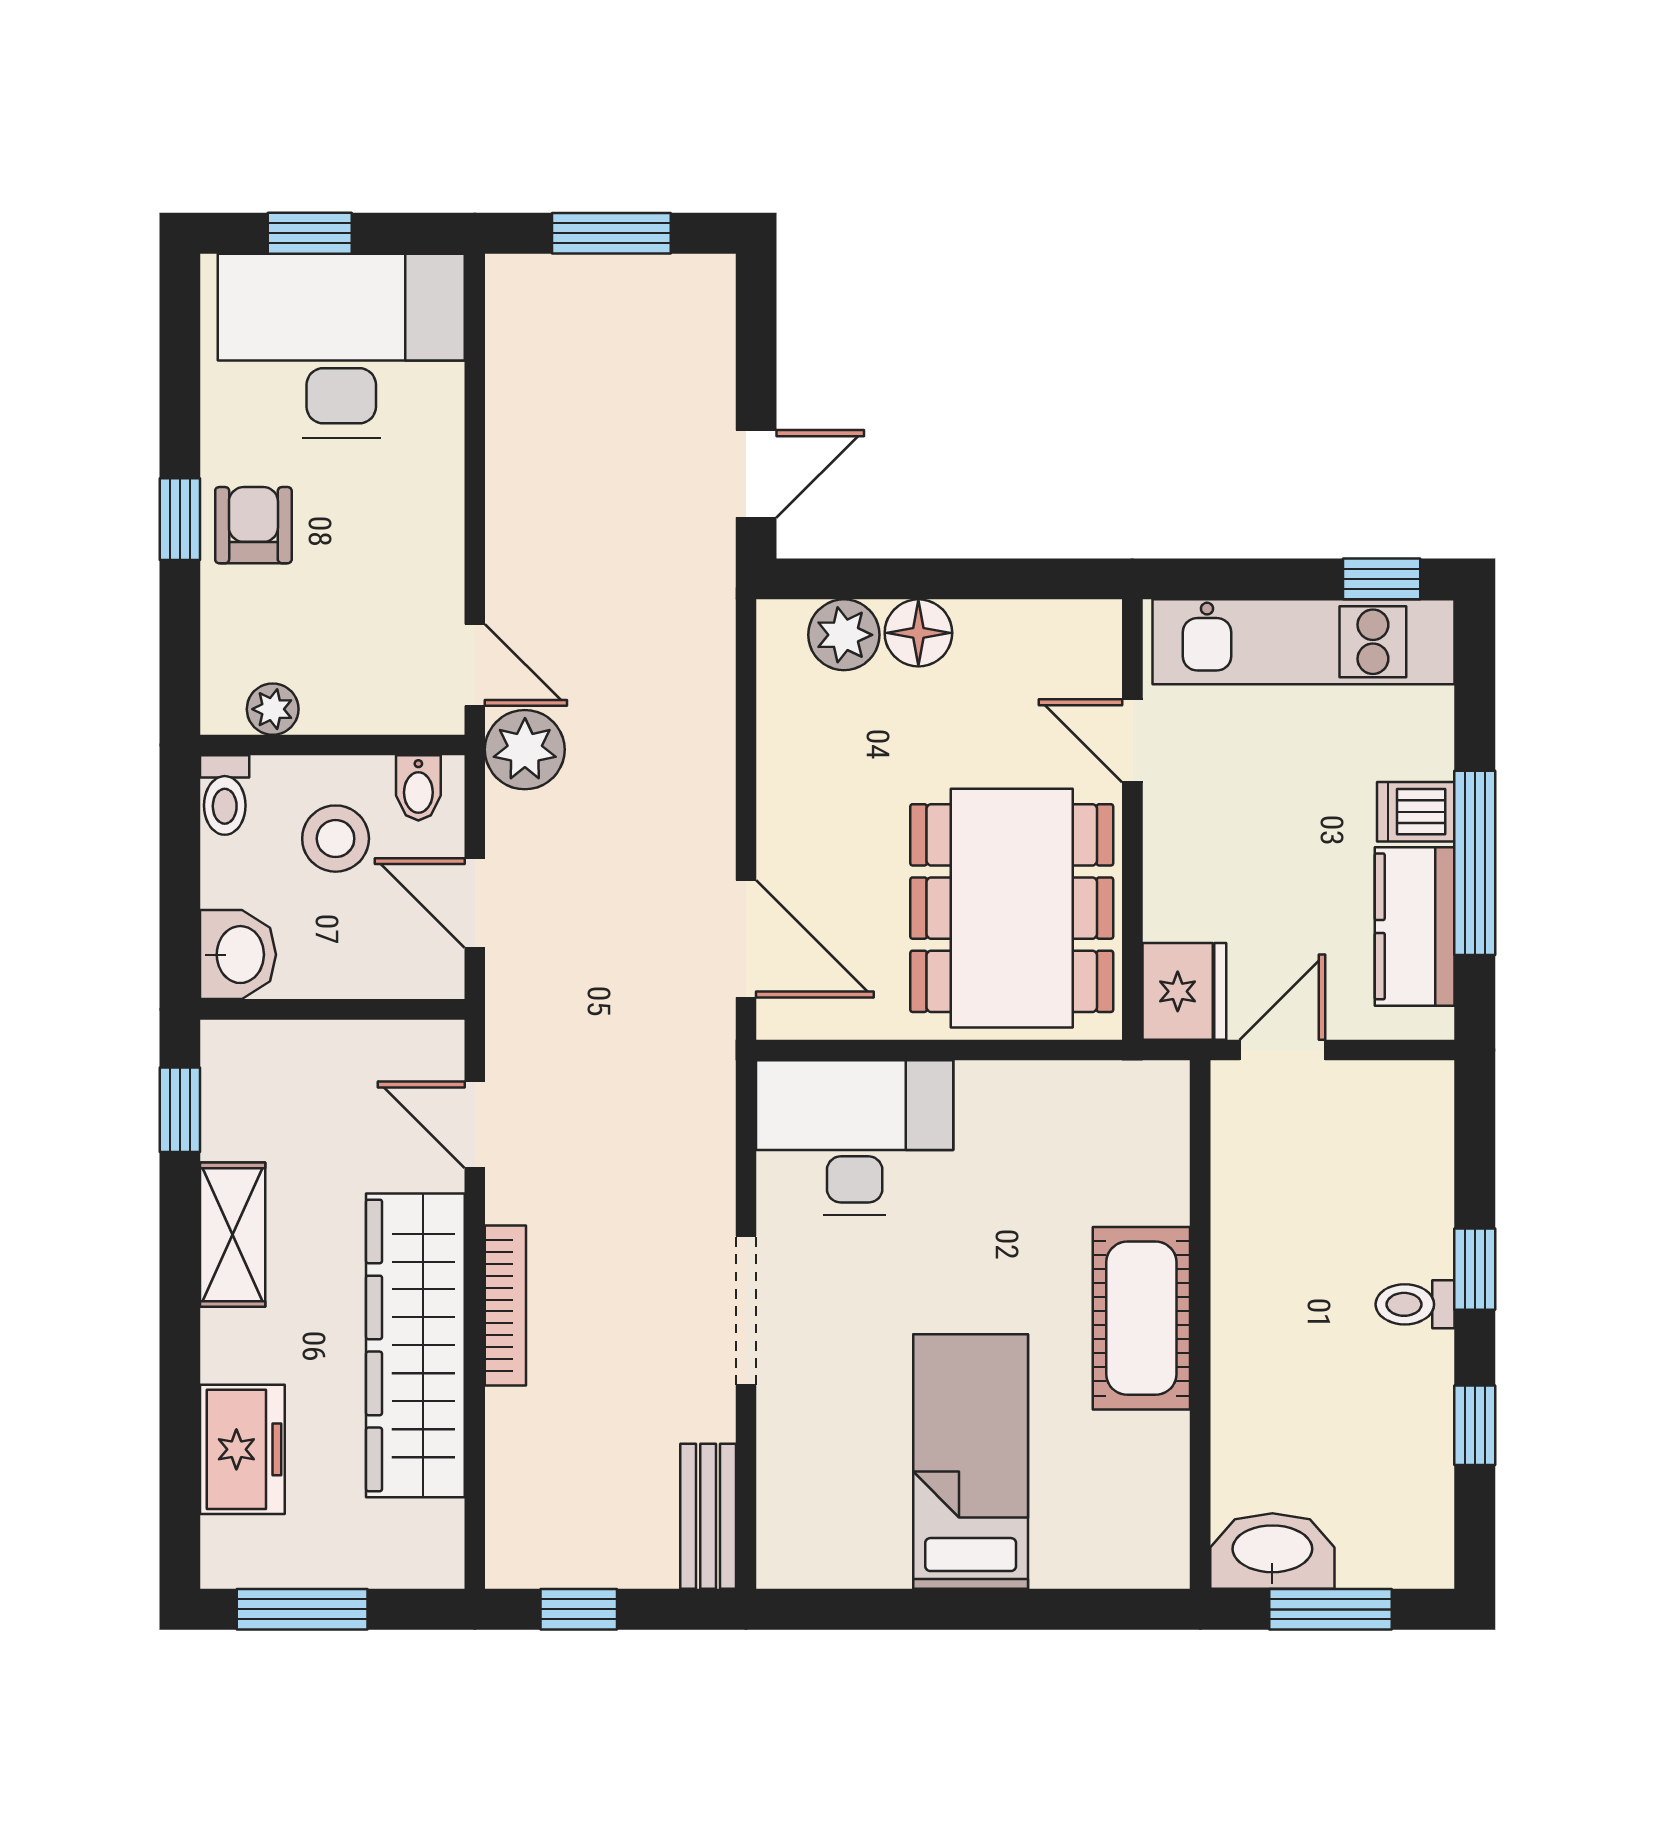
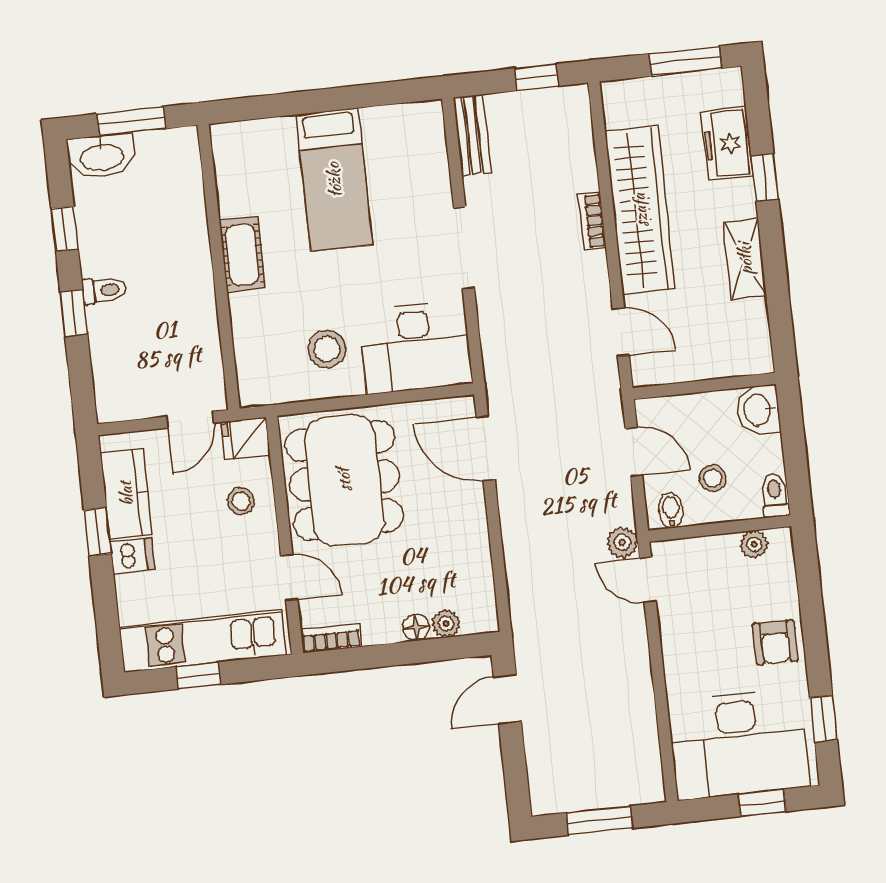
window: (180, 519) -> (824, 719), moved
window: (1382, 579) -> (198, 676), moved
bookcase: (1067, 621) -> (331, 638), added
floor lamp: (918, 633) -> (416, 627), width x0.73, depth x0.73
plant: (844, 635) -> (446, 624), width x0.73, depth x0.73
plant: (525, 750) -> (622, 542), width x0.73, depth x0.73
stool: (336, 839) -> (713, 478), width x0.73, depth x0.73
window: (1475, 863) -> (98, 532), width x0.46
stool: (1205, 891) -> (241, 501), added
fridge: (1184, 991) -> (246, 438), width x0.72
window: (180, 1110) -> (765, 178), moved
stool: (1018, 1152) -> (327, 349), added
bookcase: (505, 1305) -> (592, 221), width x0.64
cot: (1141, 1318) -> (242, 254), width x0.73, depth x0.75
washbasin: (1272, 1551) -> (102, 156), moved

